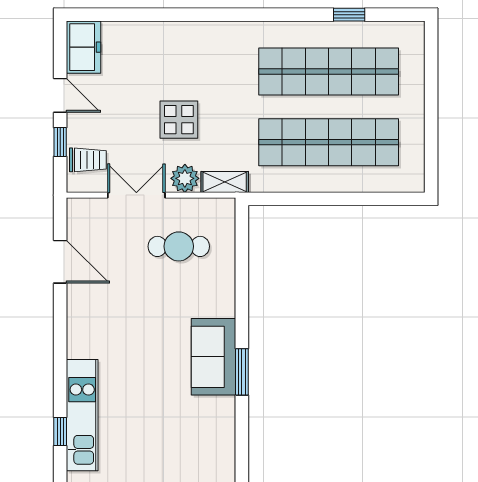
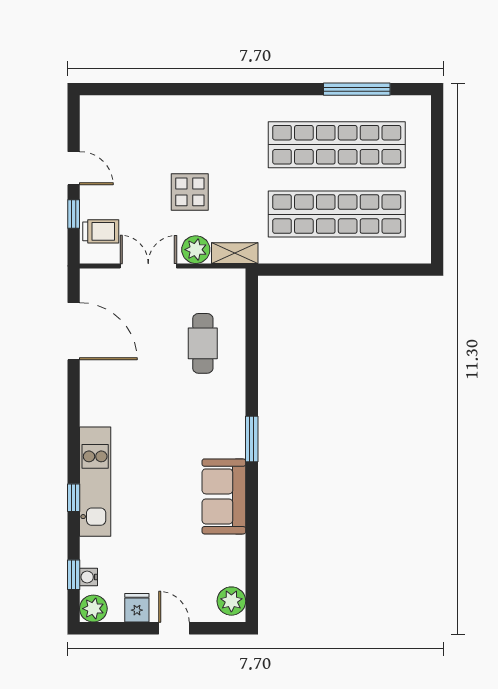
window: (349, 15) -> (357, 89), width x2.17
freezer: (83, 47) -> (96, 121), removed
cafe table: (179, 246) -> (203, 343), moved, turned 90
door: (60, 262) -> (74, 331), width x1.36
sofa: (214, 357) -> (224, 496), moved

